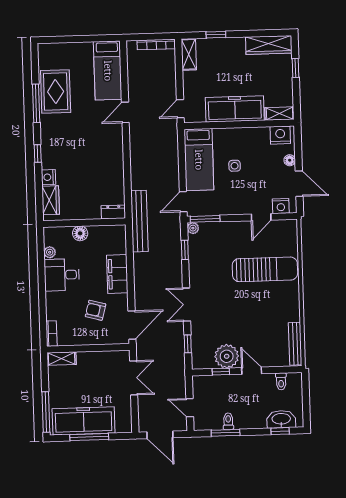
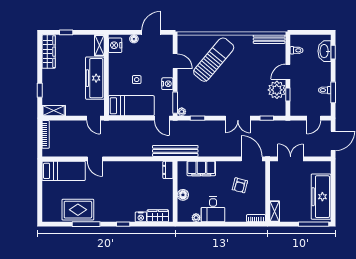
nightstand: (281, 206) -> (167, 84), moved
sun lounger: (265, 269) -> (214, 60), turned 40
filing cabinet: (117, 274) -> (201, 168), moved
window: (89, 437) -> (333, 193), removed

